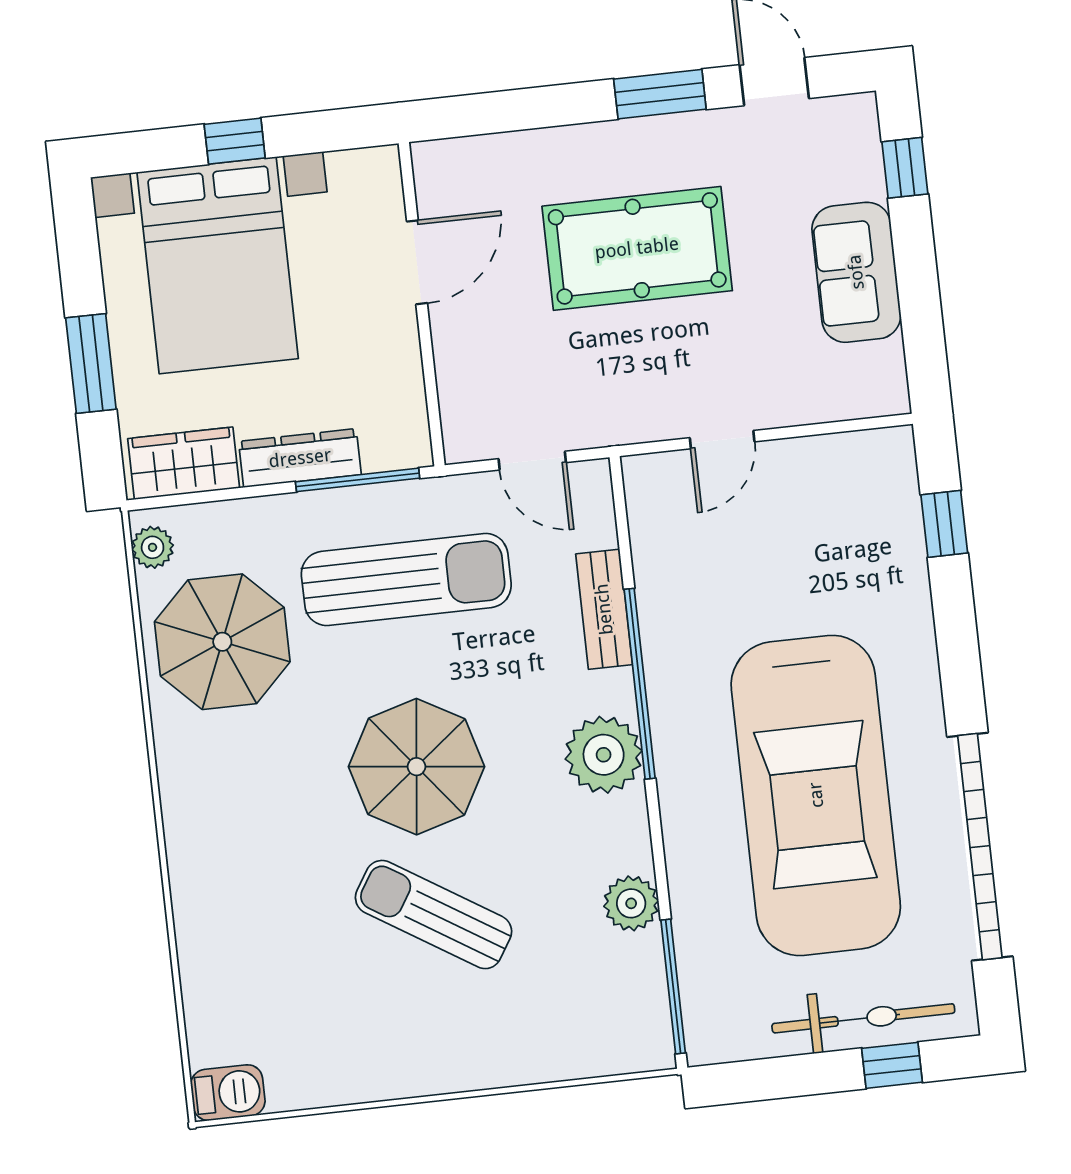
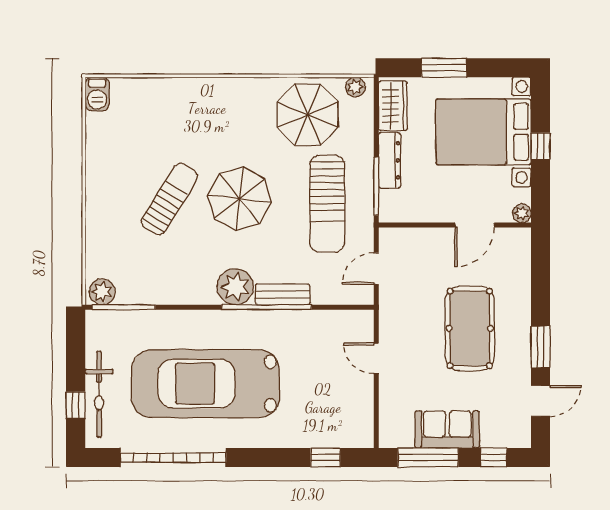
plant: (381, 165) -> (522, 213), added
door: (417, 262) -> (475, 225), hinge flipped
window: (920, 307) -> (428, 457), added
bench: (604, 609) -> (283, 294), moved
plant: (631, 903) -> (102, 292), moved

